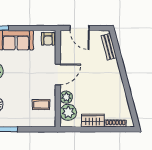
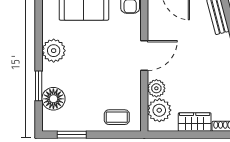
coffee table: (41, 105) -> (117, 117), moved

